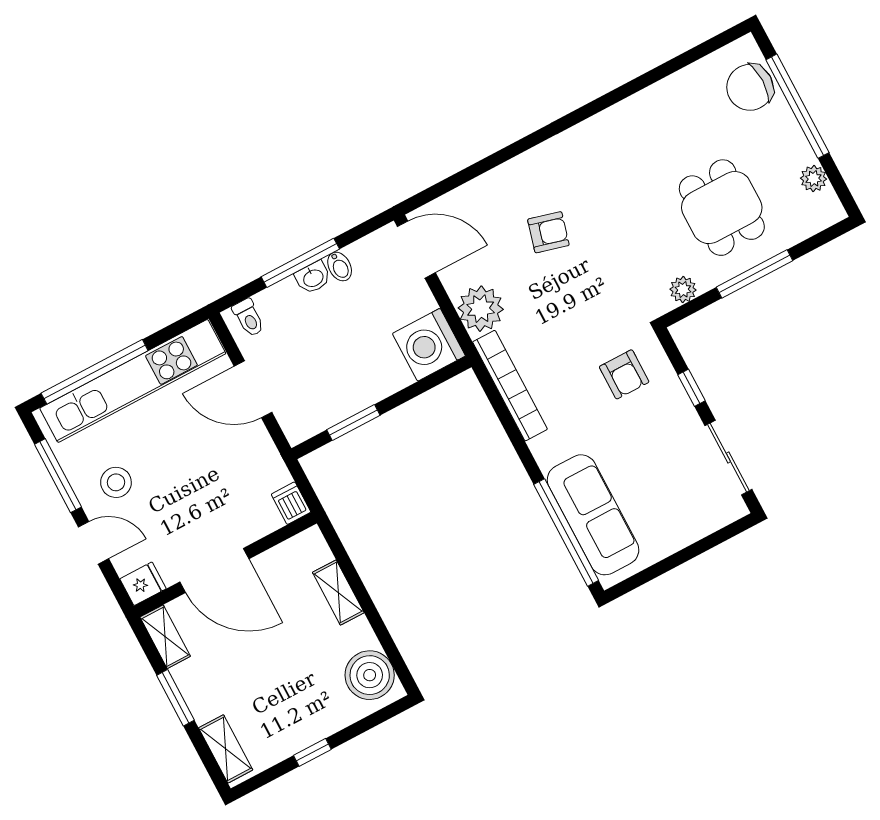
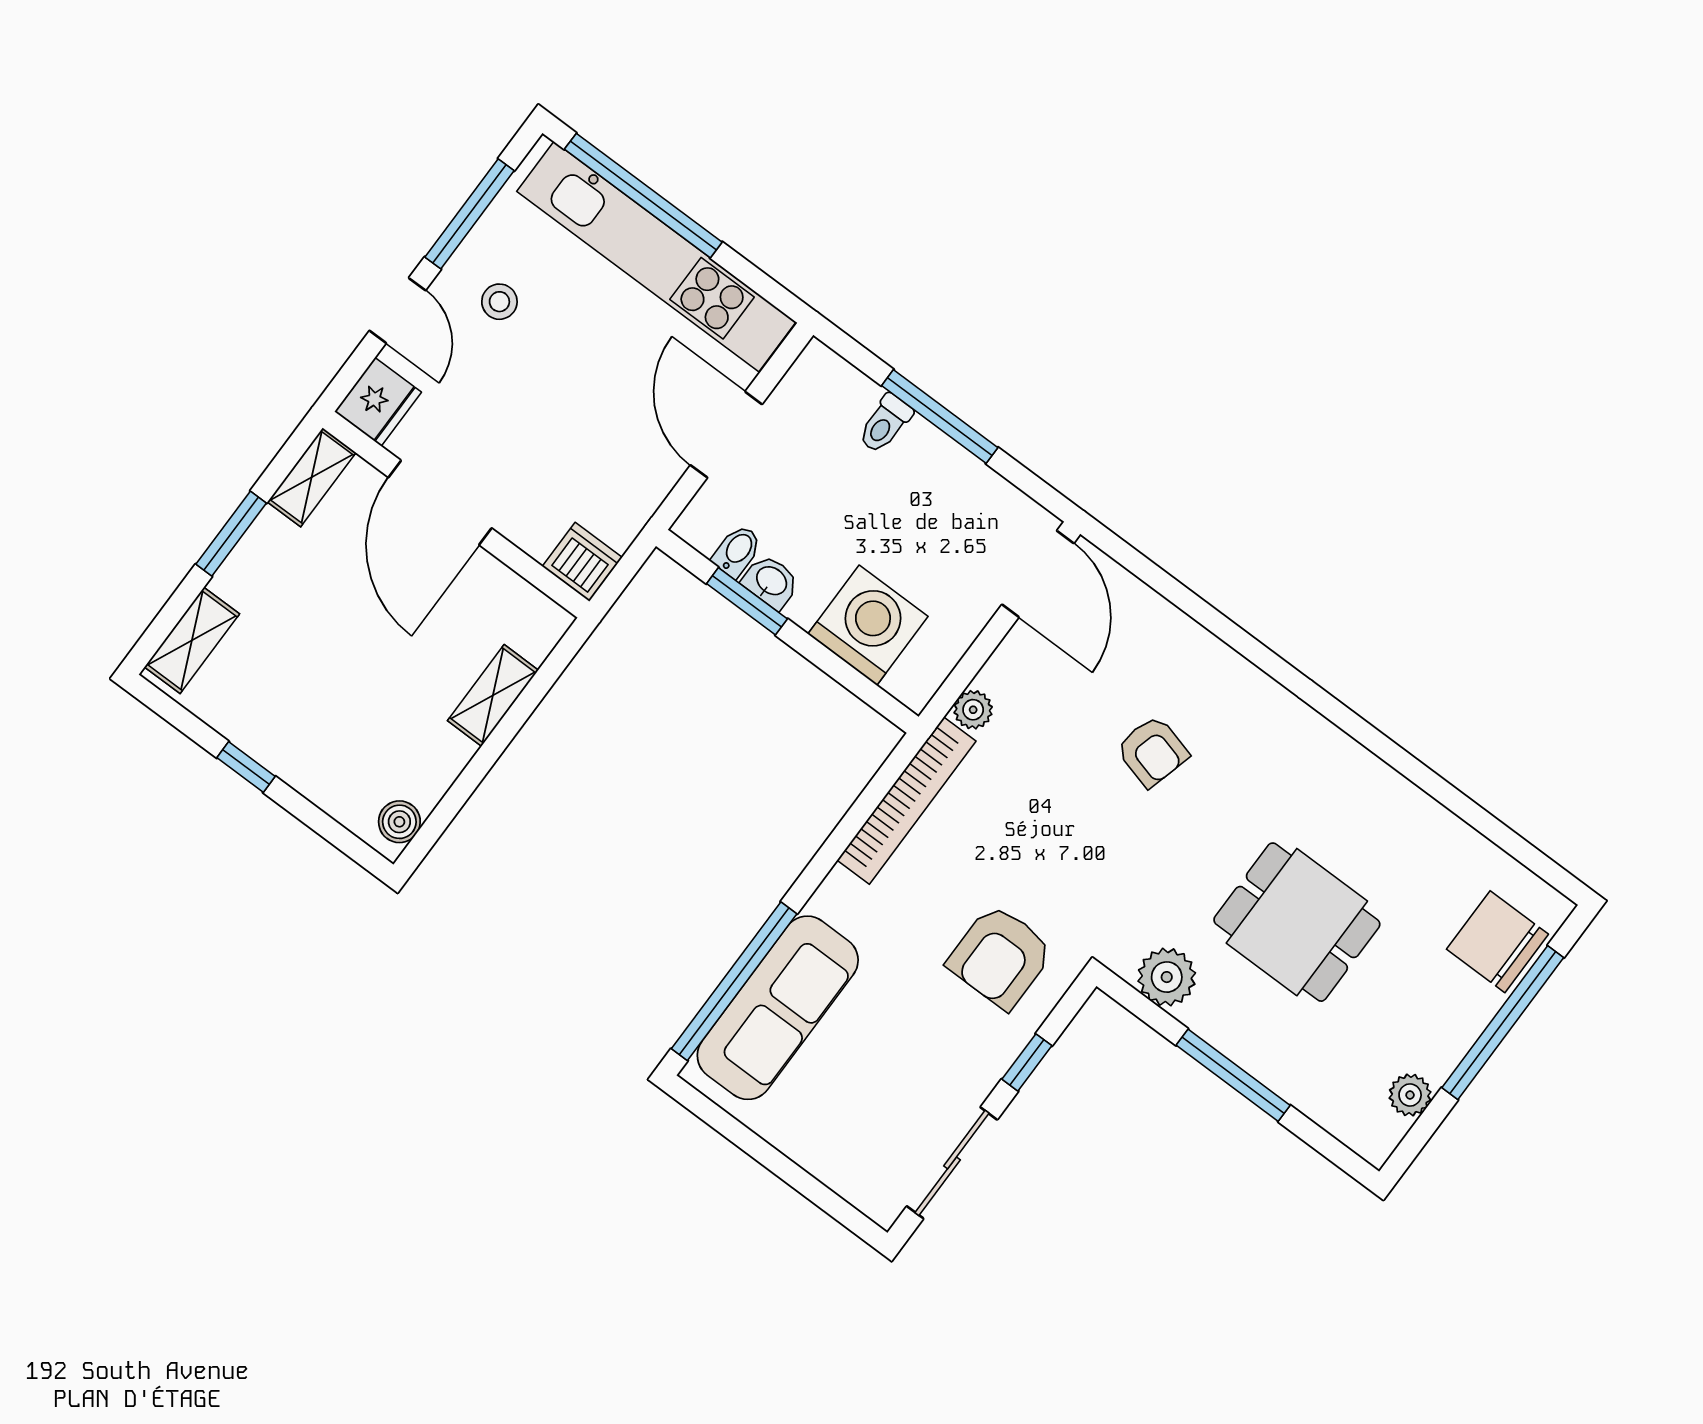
dining table: (722, 208) -> (1297, 922), moved, turned 90
bidet: (340, 267) -> (737, 551), moved, turned 180
washbasin: (313, 278) -> (771, 582), moved, turned 180
plant: (683, 290) -> (1167, 977), width x1.38, depth x1.38
plant: (481, 309) -> (973, 710), width x0.53, depth x0.53
toilet: (249, 318) -> (885, 424), moved
washing machine: (429, 345) -> (868, 625), moved, turned 90
armchair: (624, 374) -> (1000, 957), width x1.38, depth x1.38
stool: (116, 482) -> (499, 302), width x0.73, depth x0.73
dishwasher: (291, 503) -> (582, 562), width x1.38
fridge: (143, 584) -> (378, 402), width x1.38
boiler: (370, 675) -> (399, 822), width x0.54, depth x0.54

